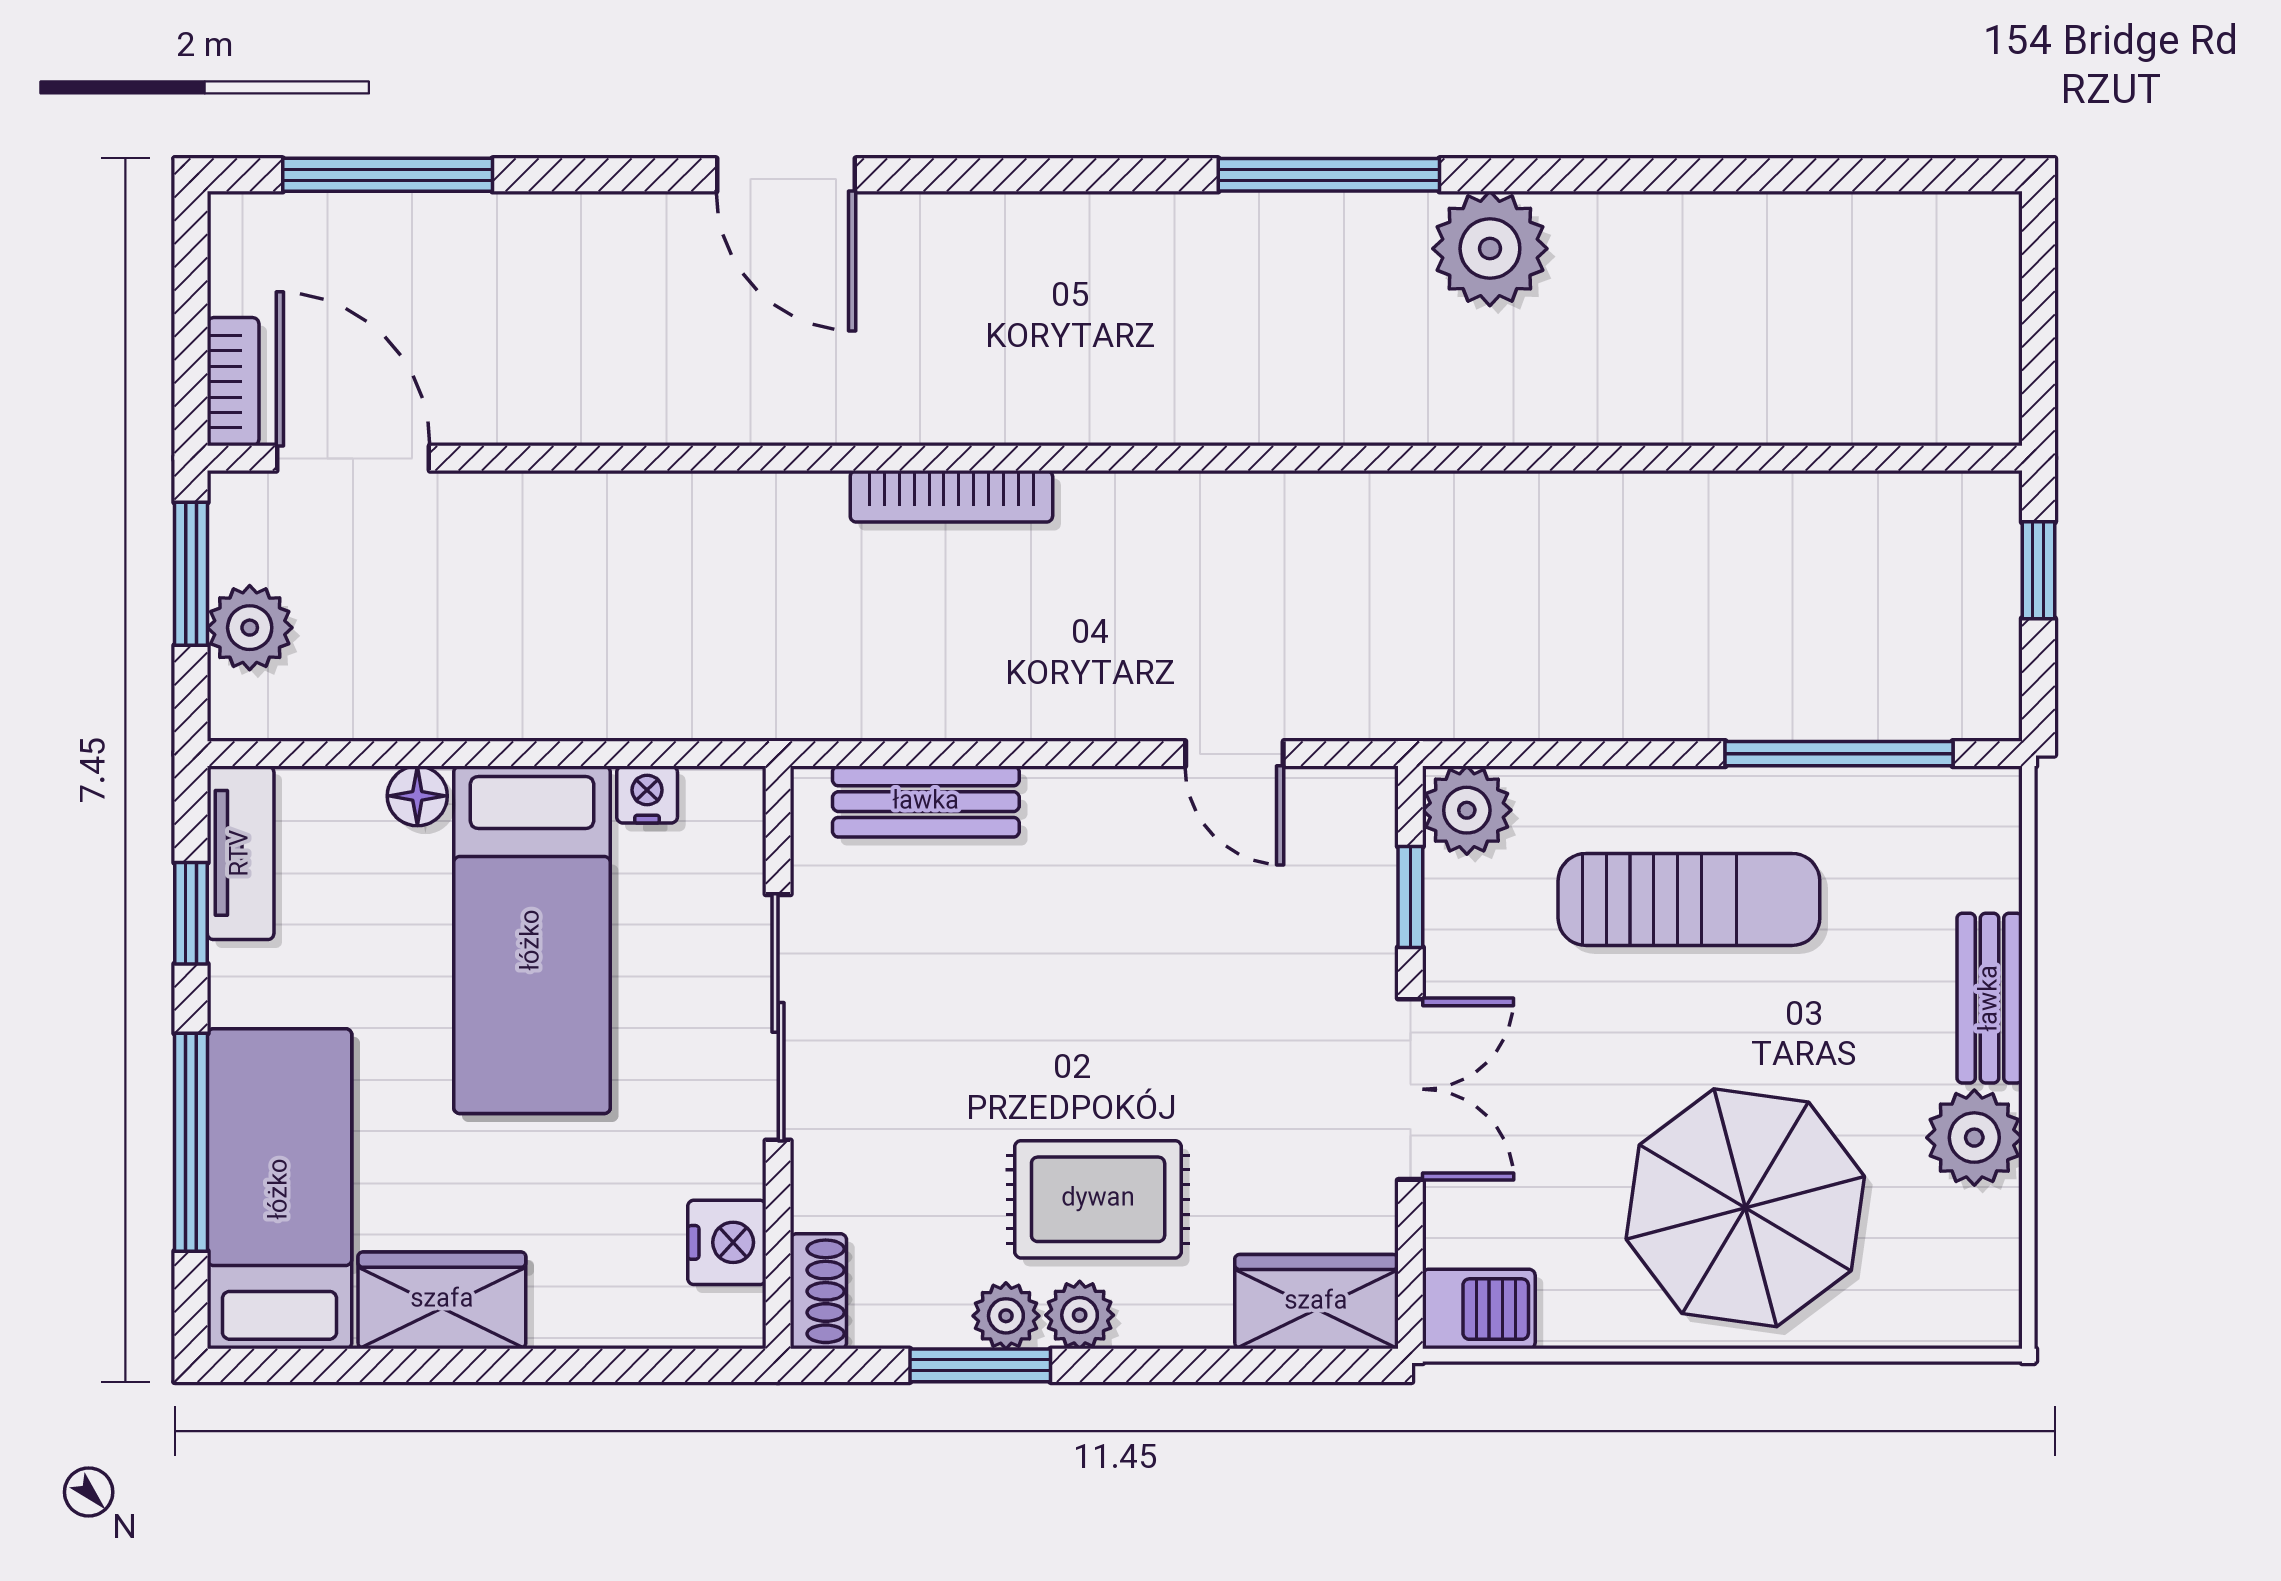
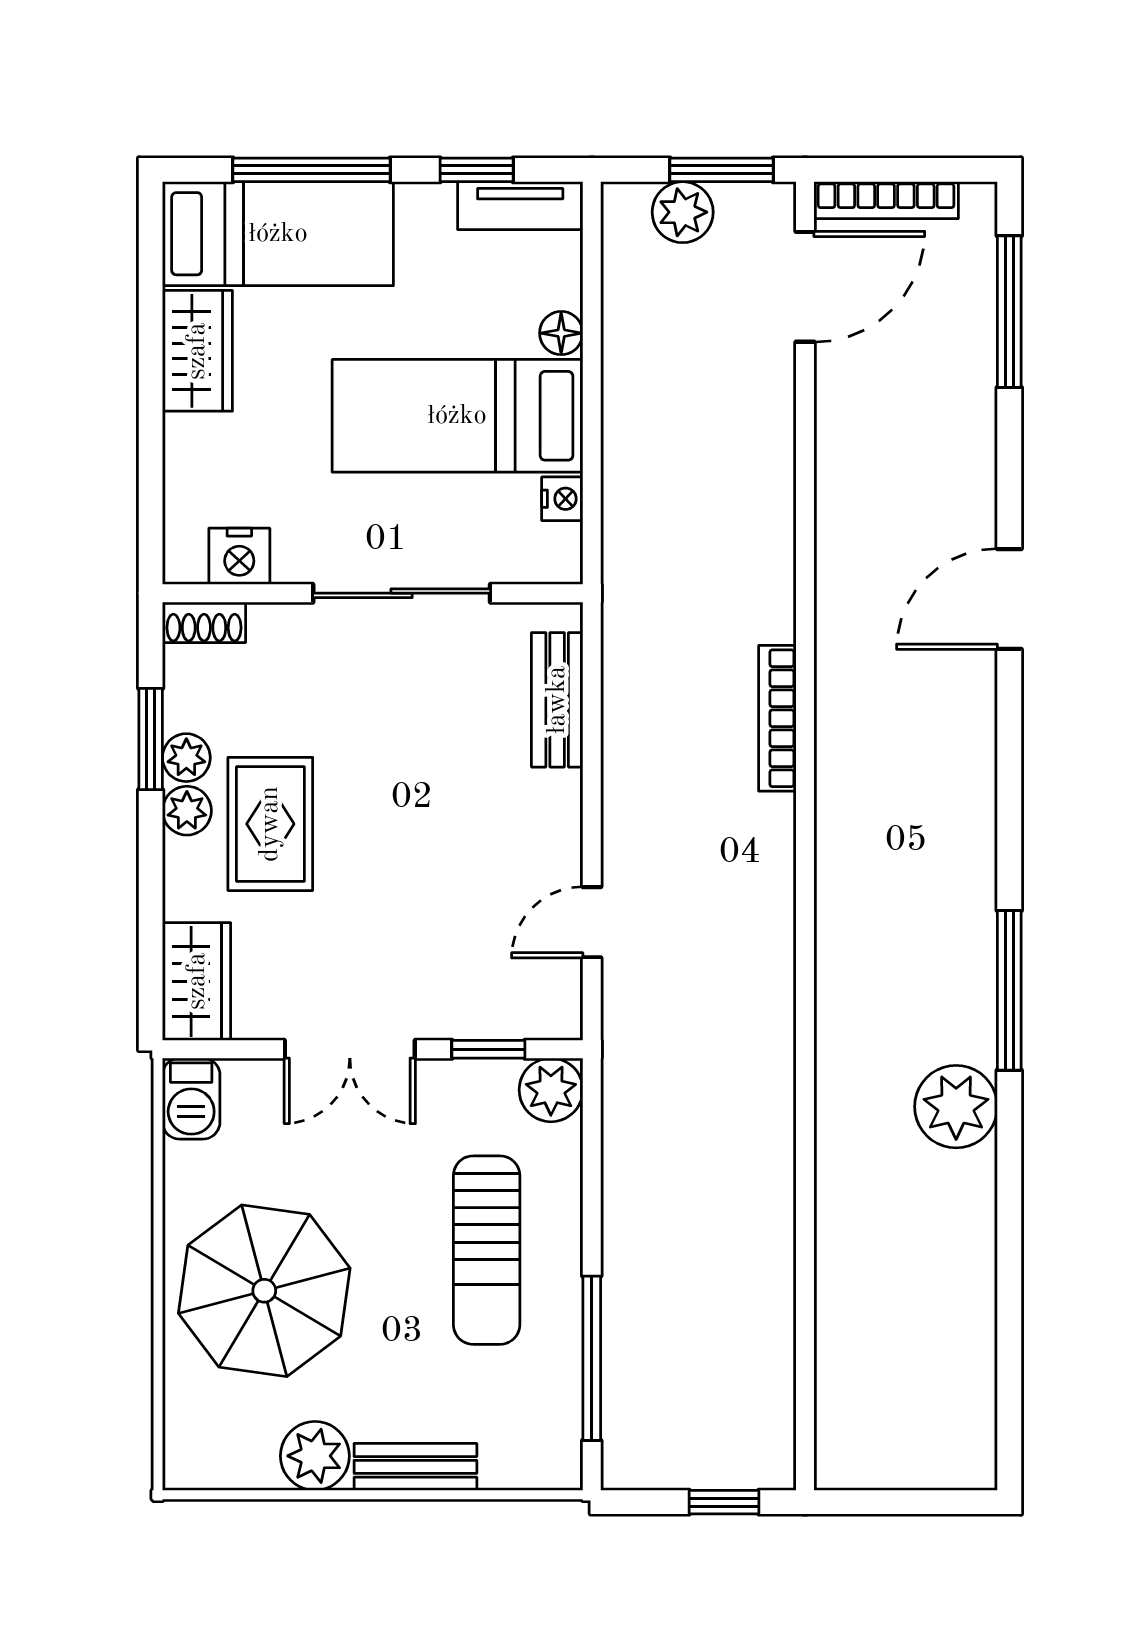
bookcase: (233, 382) -> (886, 200), width x1.56

